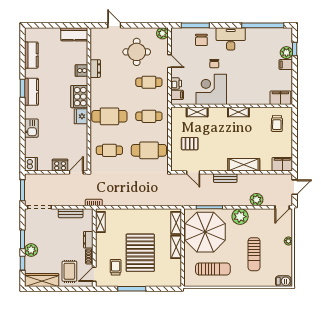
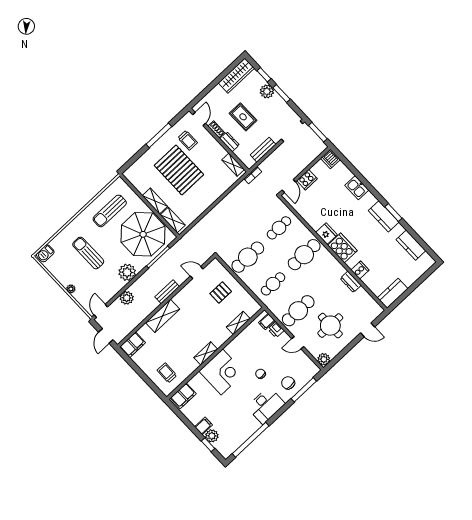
cafe table: (149, 82) -> (298, 311), width x1.37, depth x1.35
corner desk: (211, 89) -> (222, 372), moved
rug: (69, 271) -> (243, 117), moved

